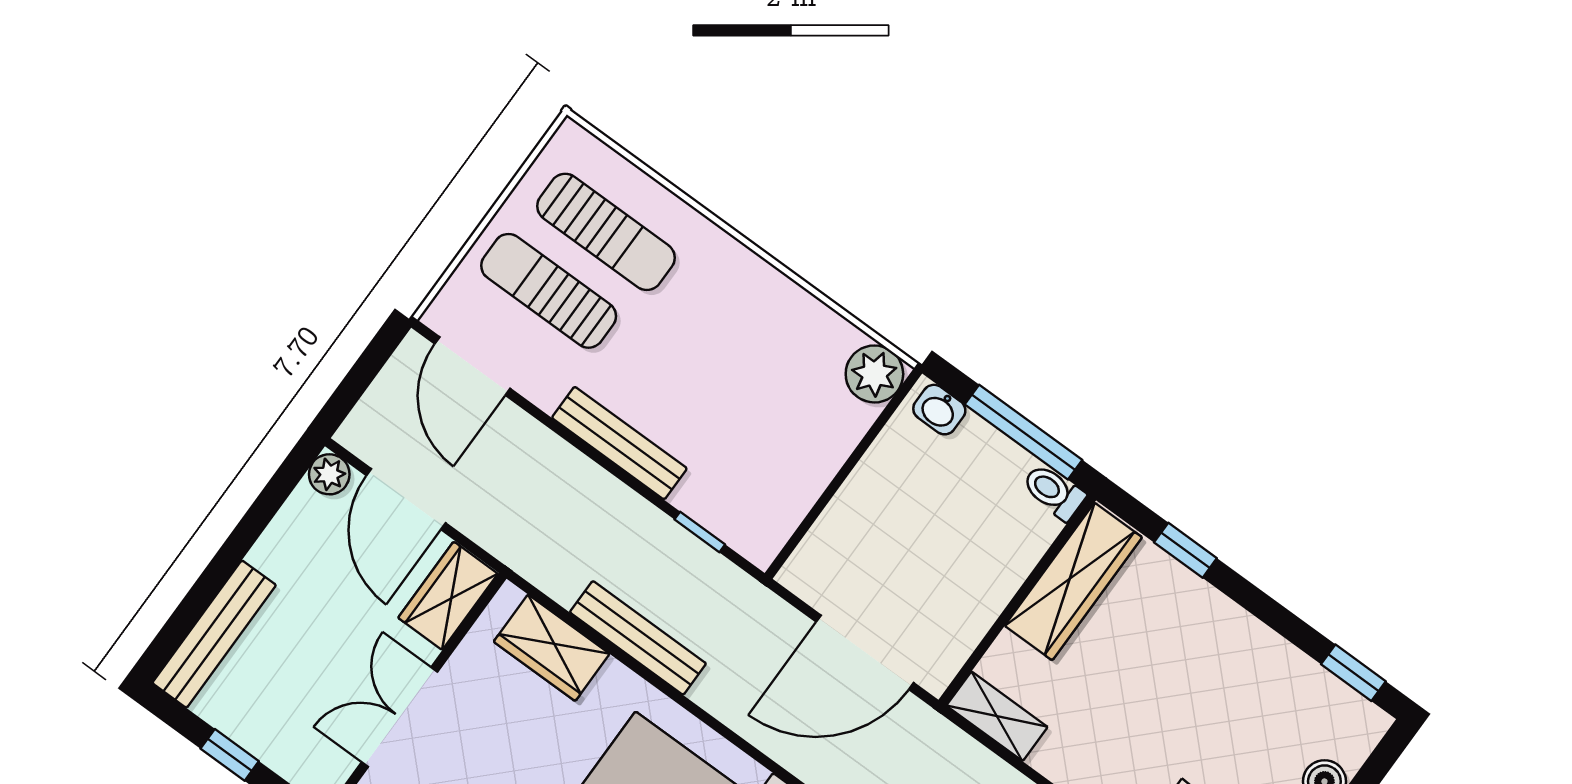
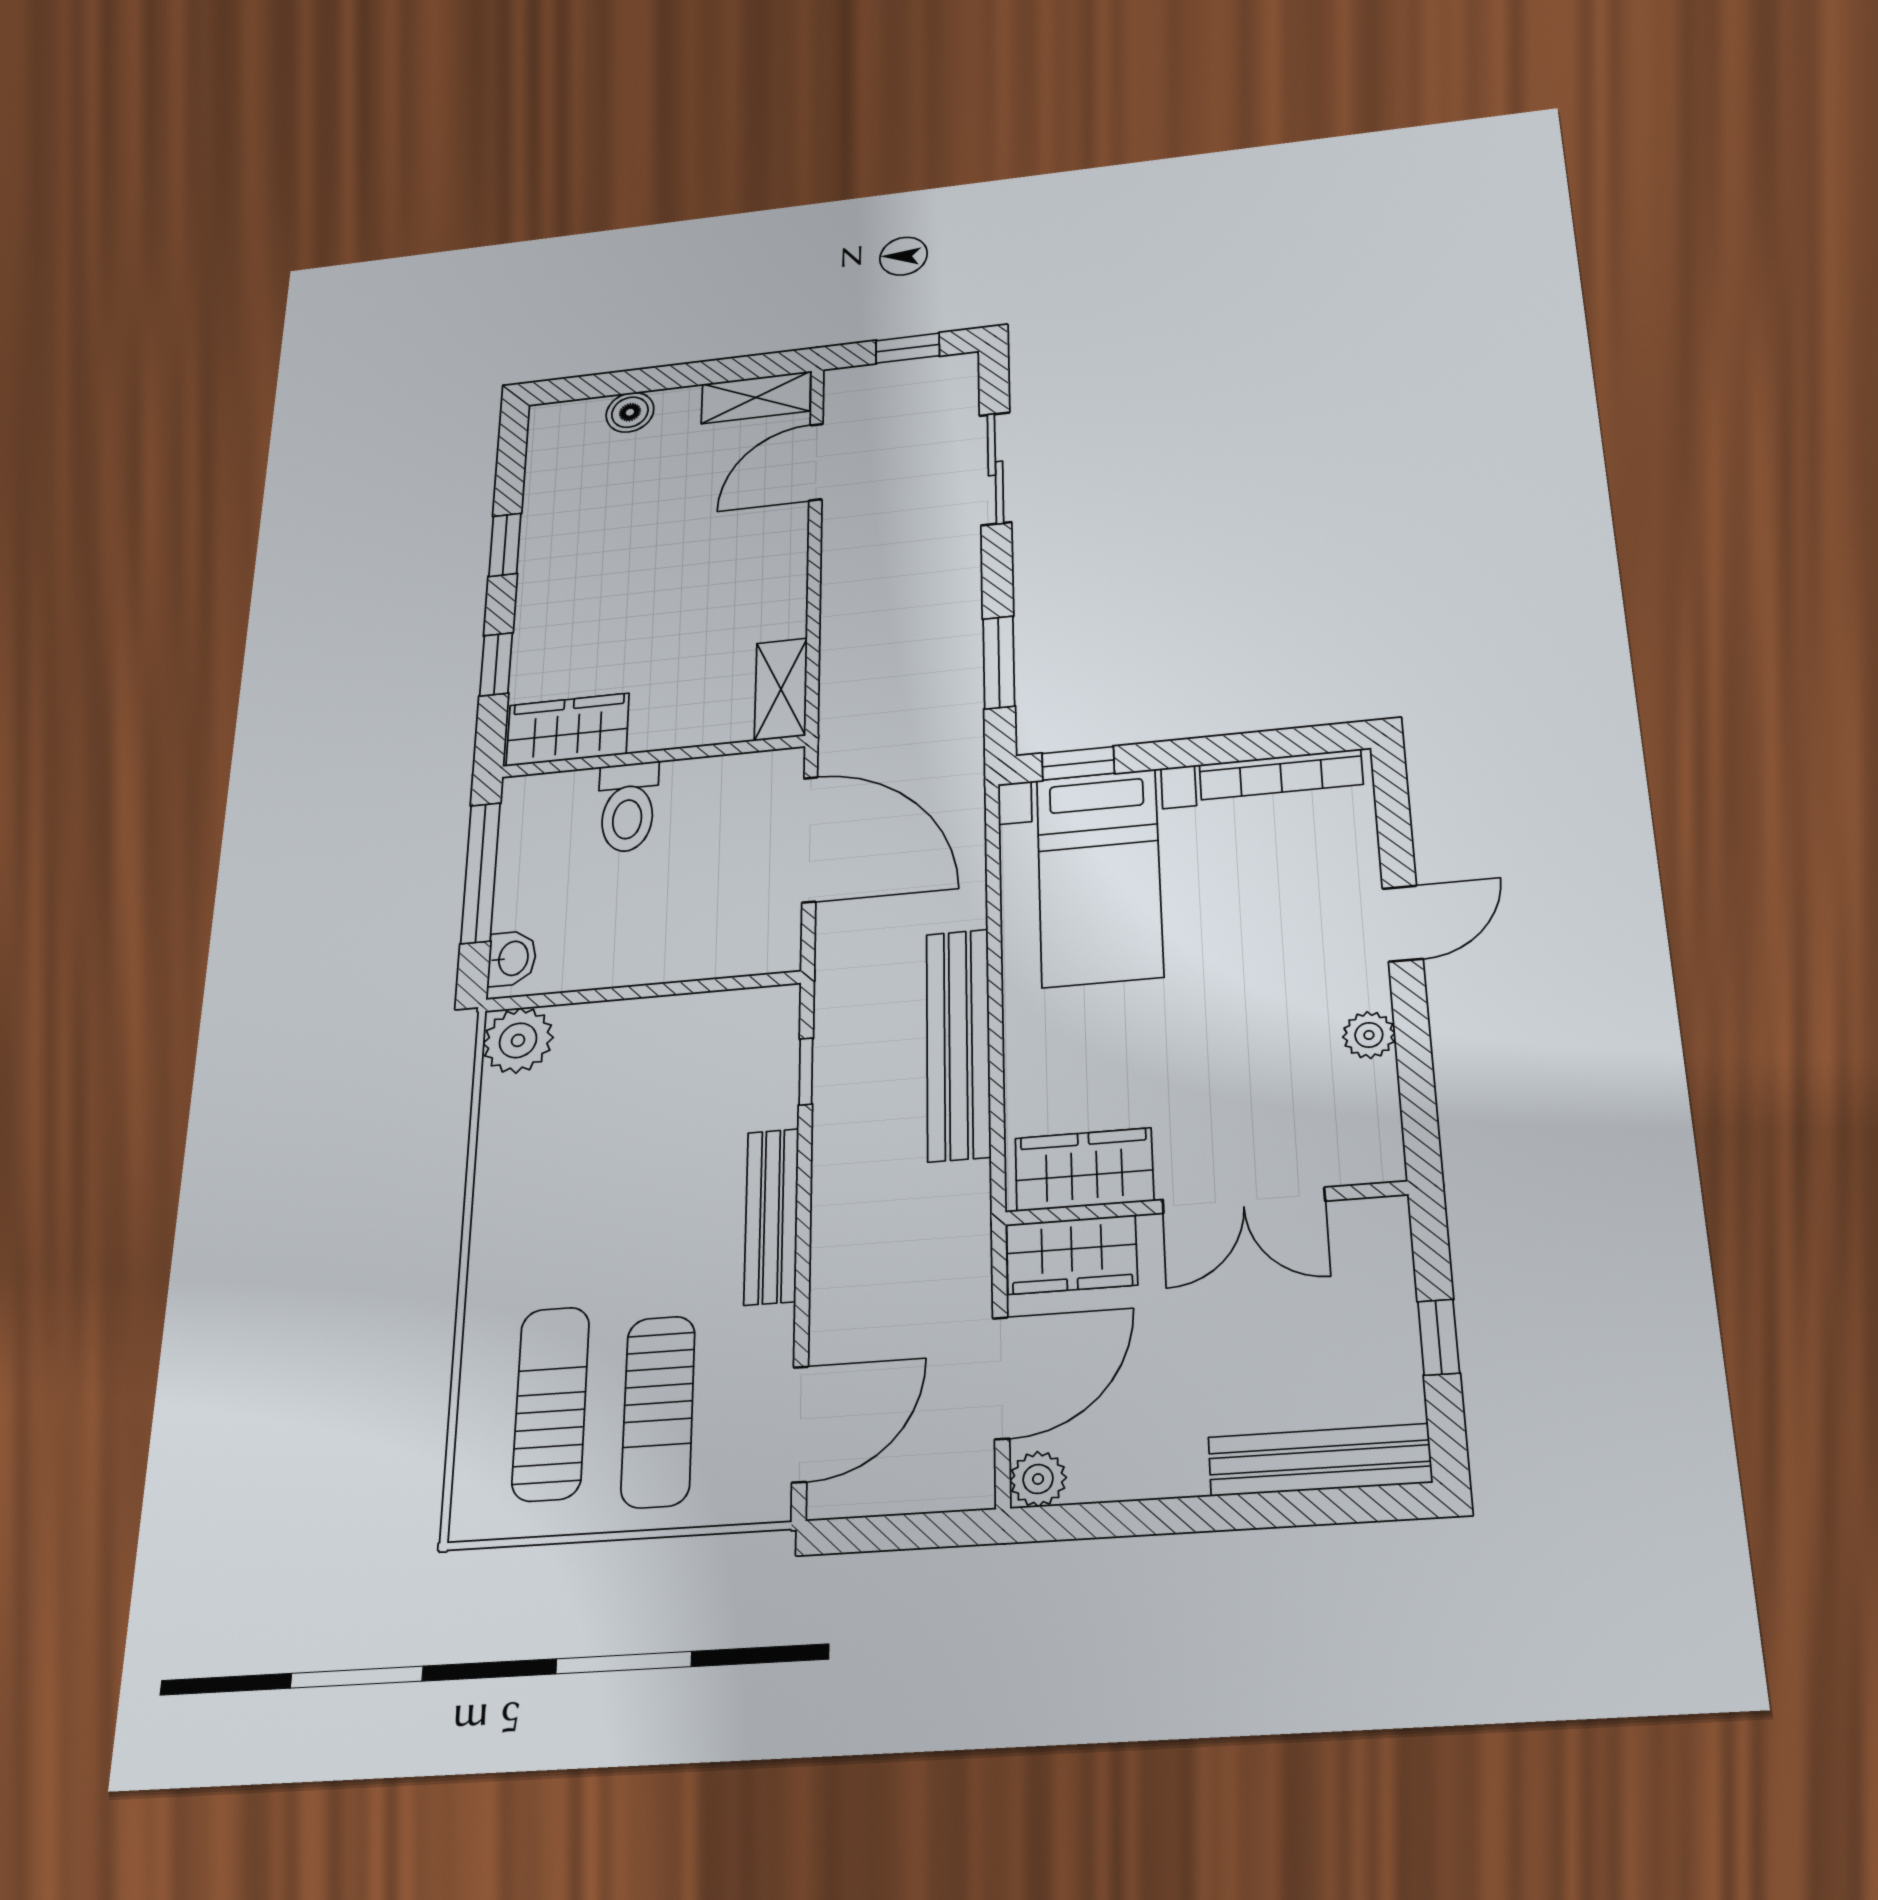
toilet: (1054, 492) -> (628, 807), moved, width x1.37, depth x1.39
wardrobe: (1073, 582) -> (568, 730), width x0.67
bench: (638, 638) -> (958, 1044), width x1.37, depth x1.21
wardrobe: (552, 648) -> (1084, 1169), moved, turned -90
window: (1353, 673) -> (505, 545), moved

